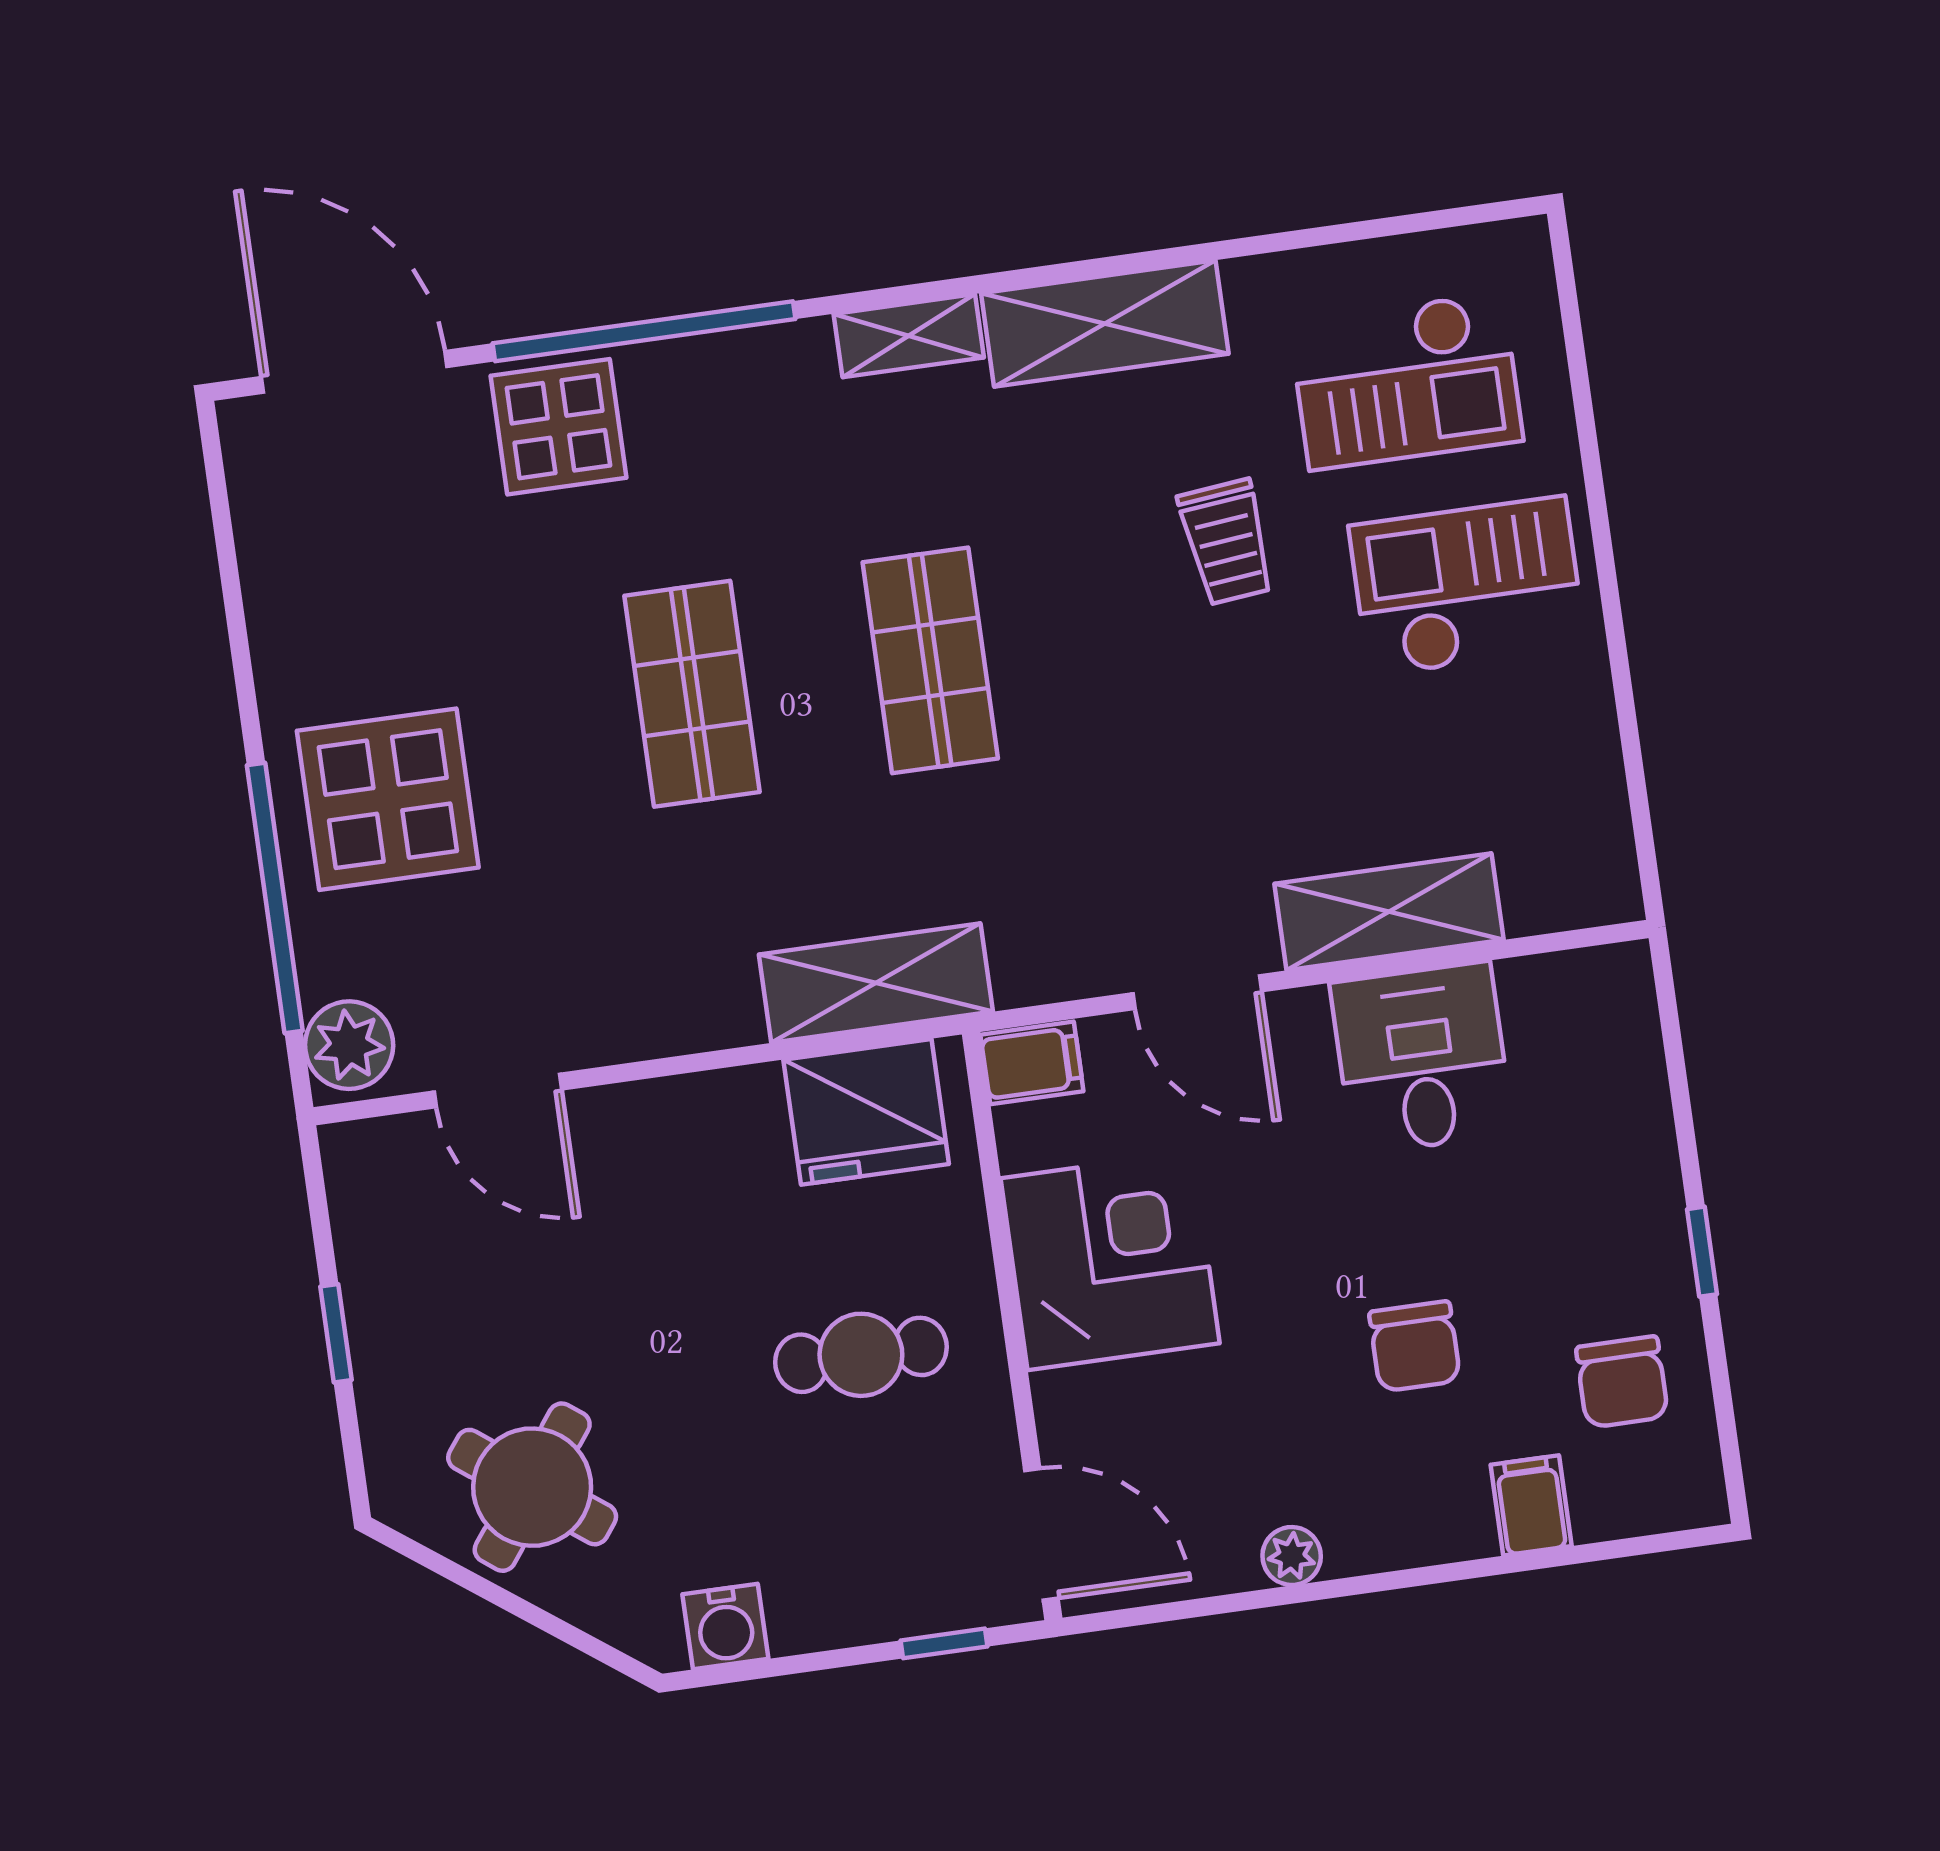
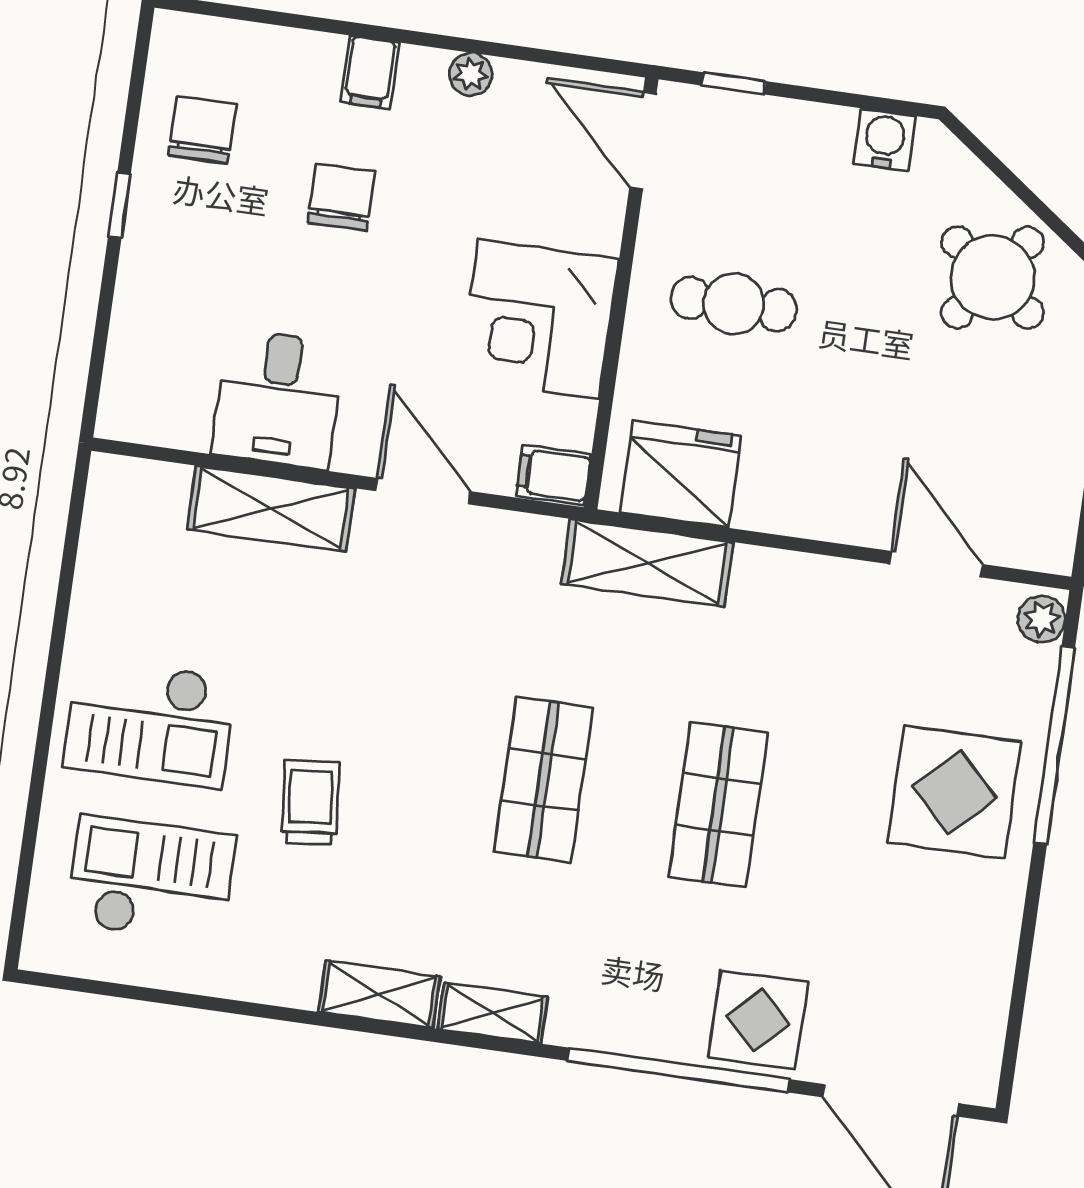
shelving: (1105, 323) -> (379, 994), width x0.67, depth x0.75
plant: (349, 1045) -> (1042, 619), width x0.73, depth x0.73
filing cabinet: (1531, 1505) -> (370, 72), moved

